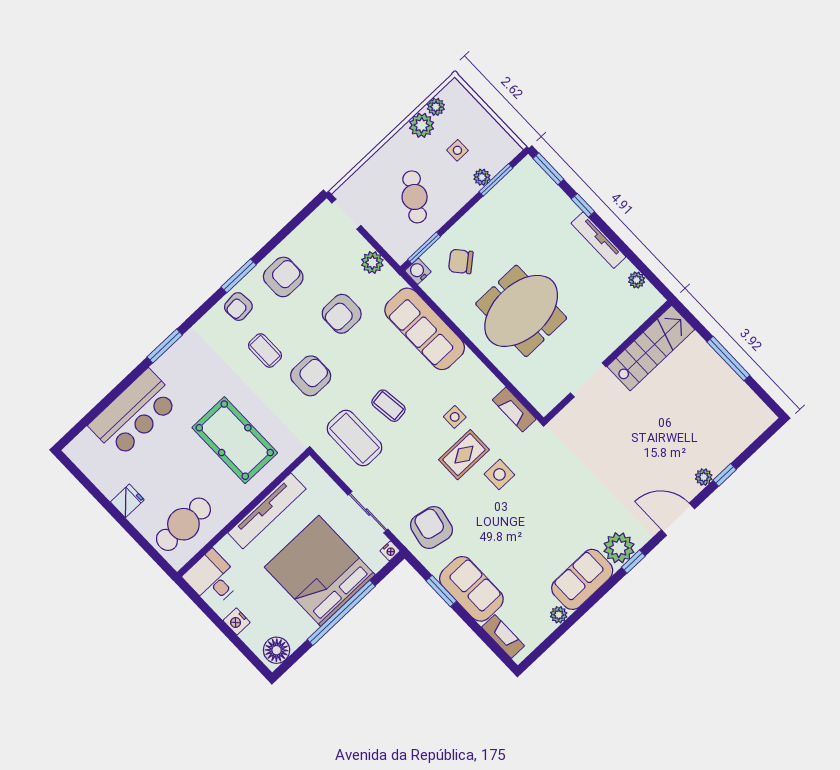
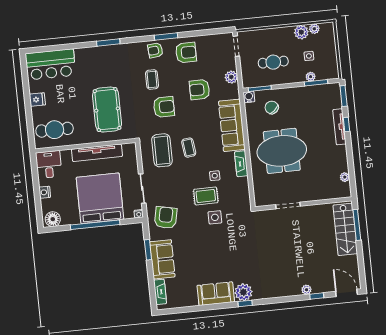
cafe table: (415, 197) -> (273, 62), turned 56
tv unit: (598, 240) -> (339, 127), moved
stairs: (651, 348) -> (345, 229), moved, turned 90
window: (728, 359) -> (357, 225), moved
fireplace: (514, 409) -> (241, 164), moved
bar counter: (134, 413) -> (50, 64), moved
door: (678, 519) -> (346, 293), moved
plant: (559, 615) -> (193, 301), removed

